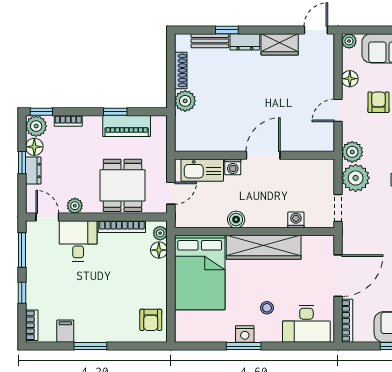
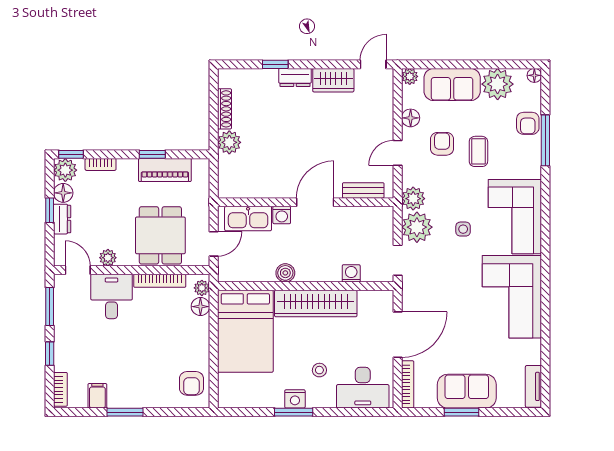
bench: (210, 41) -> (363, 190), moved

